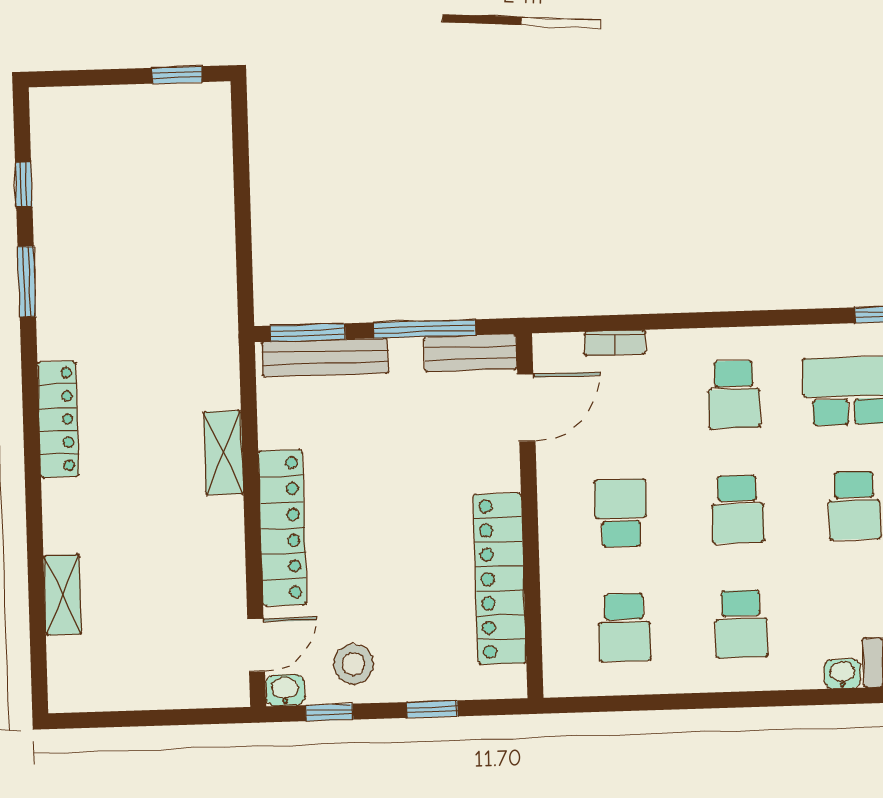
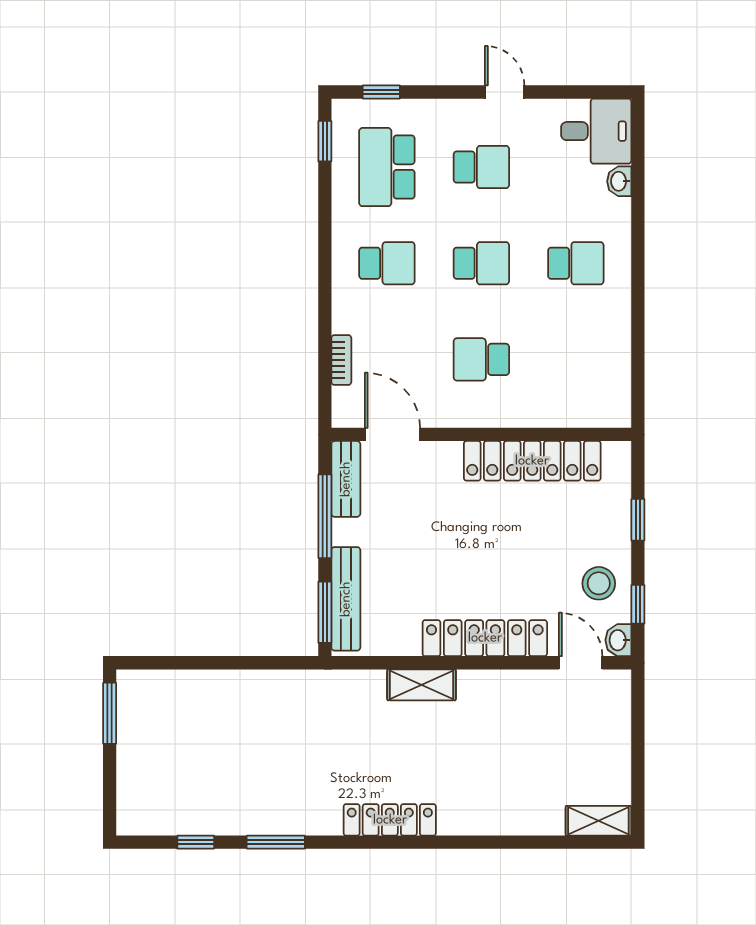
window: (177, 75) -> (110, 713), width x1.50
shelving: (63, 595) -> (598, 821), moved
school desk: (624, 628) -> (576, 359), removed

